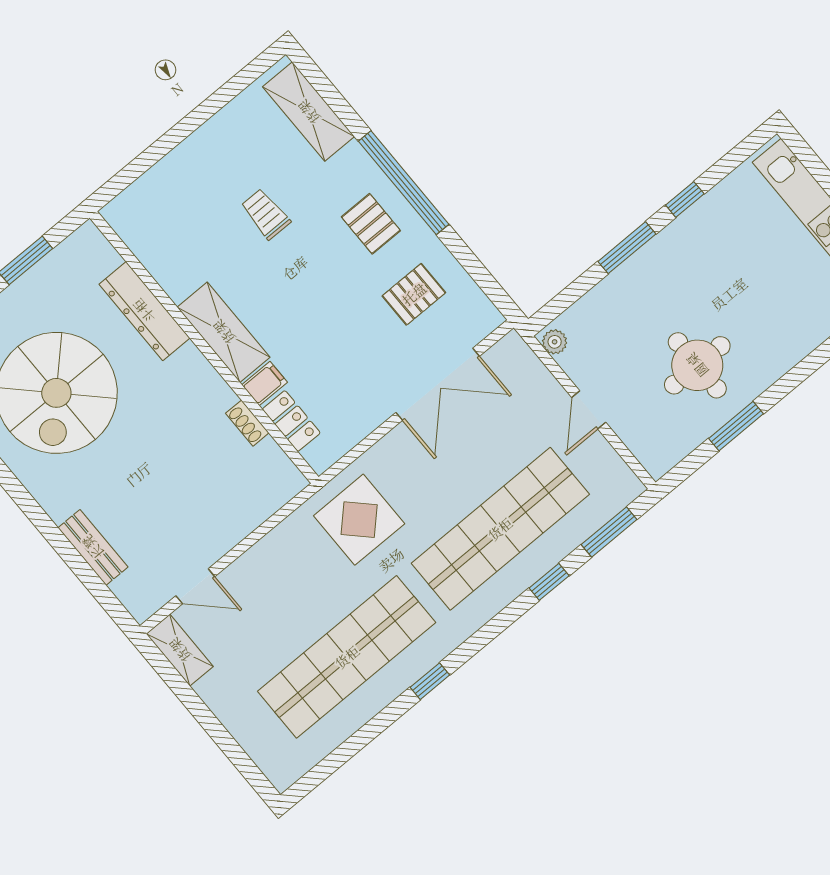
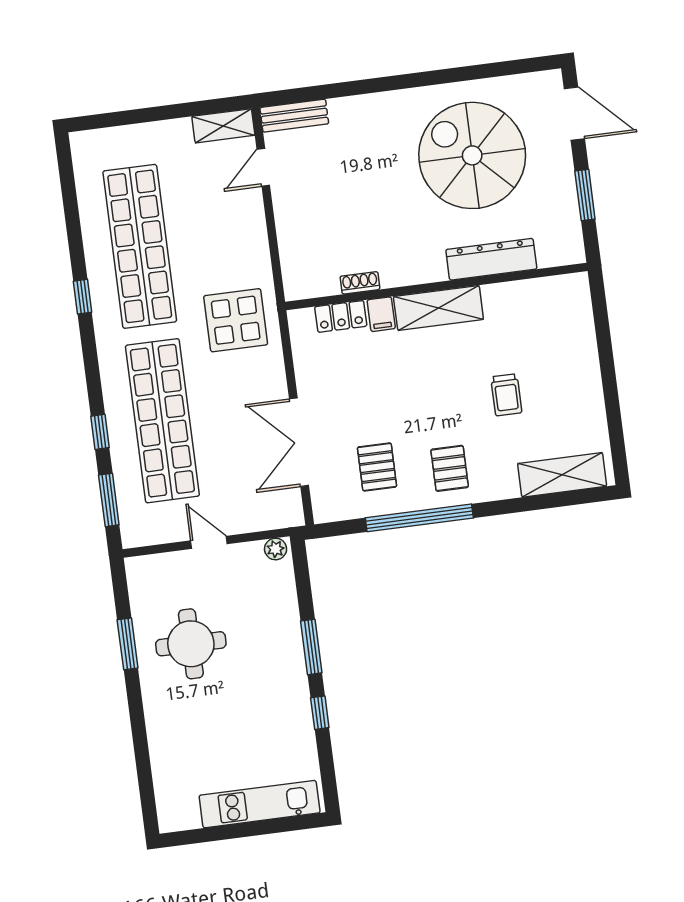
window: (404, 183) -> (419, 518), moved
trolley: (266, 214) -> (506, 395), turned 90
pallet: (371, 224) -> (450, 468), turned 90
bench: (93, 547) -> (294, 116), moved

